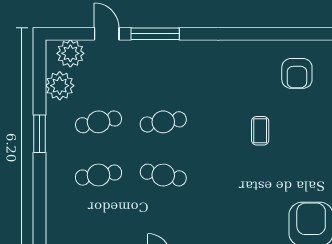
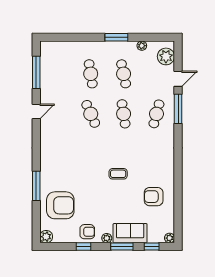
cafe table: (163, 69) -> (156, 114), added
plant: (60, 86) -> (142, 46), width x0.53, depth x0.53
cafe table: (163, 175) -> (91, 114), turned -36

